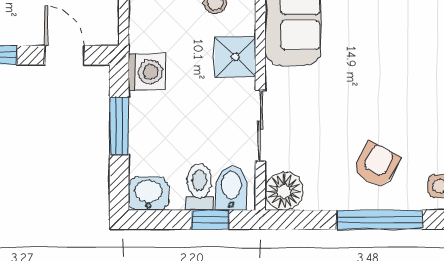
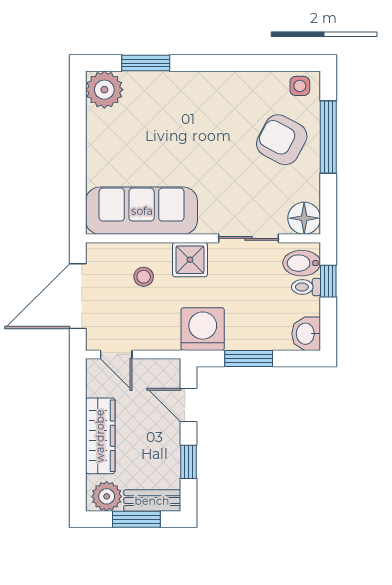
door: (64, 55) -> (189, 405), hinge flipped
washing machine: (147, 72) -> (203, 329), width x1.37, depth x1.37
armchair: (376, 165) -> (282, 140), width x1.38, depth x1.38
toilet: (199, 187) -> (306, 287), width x0.73, depth x0.72

